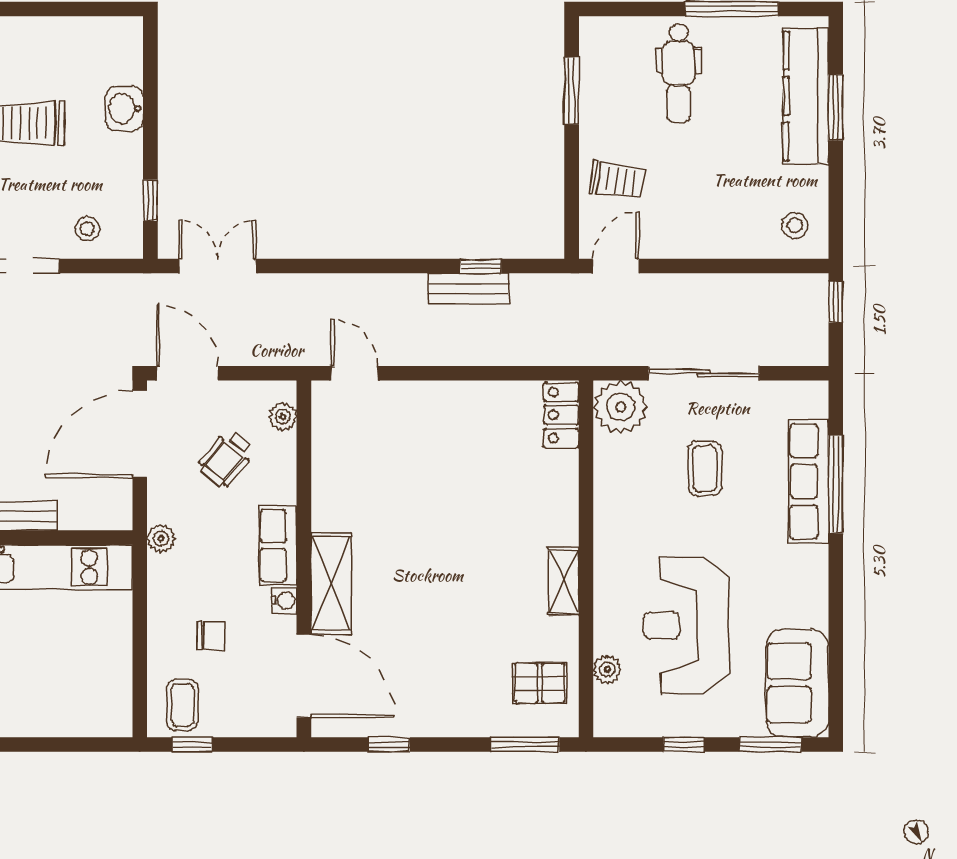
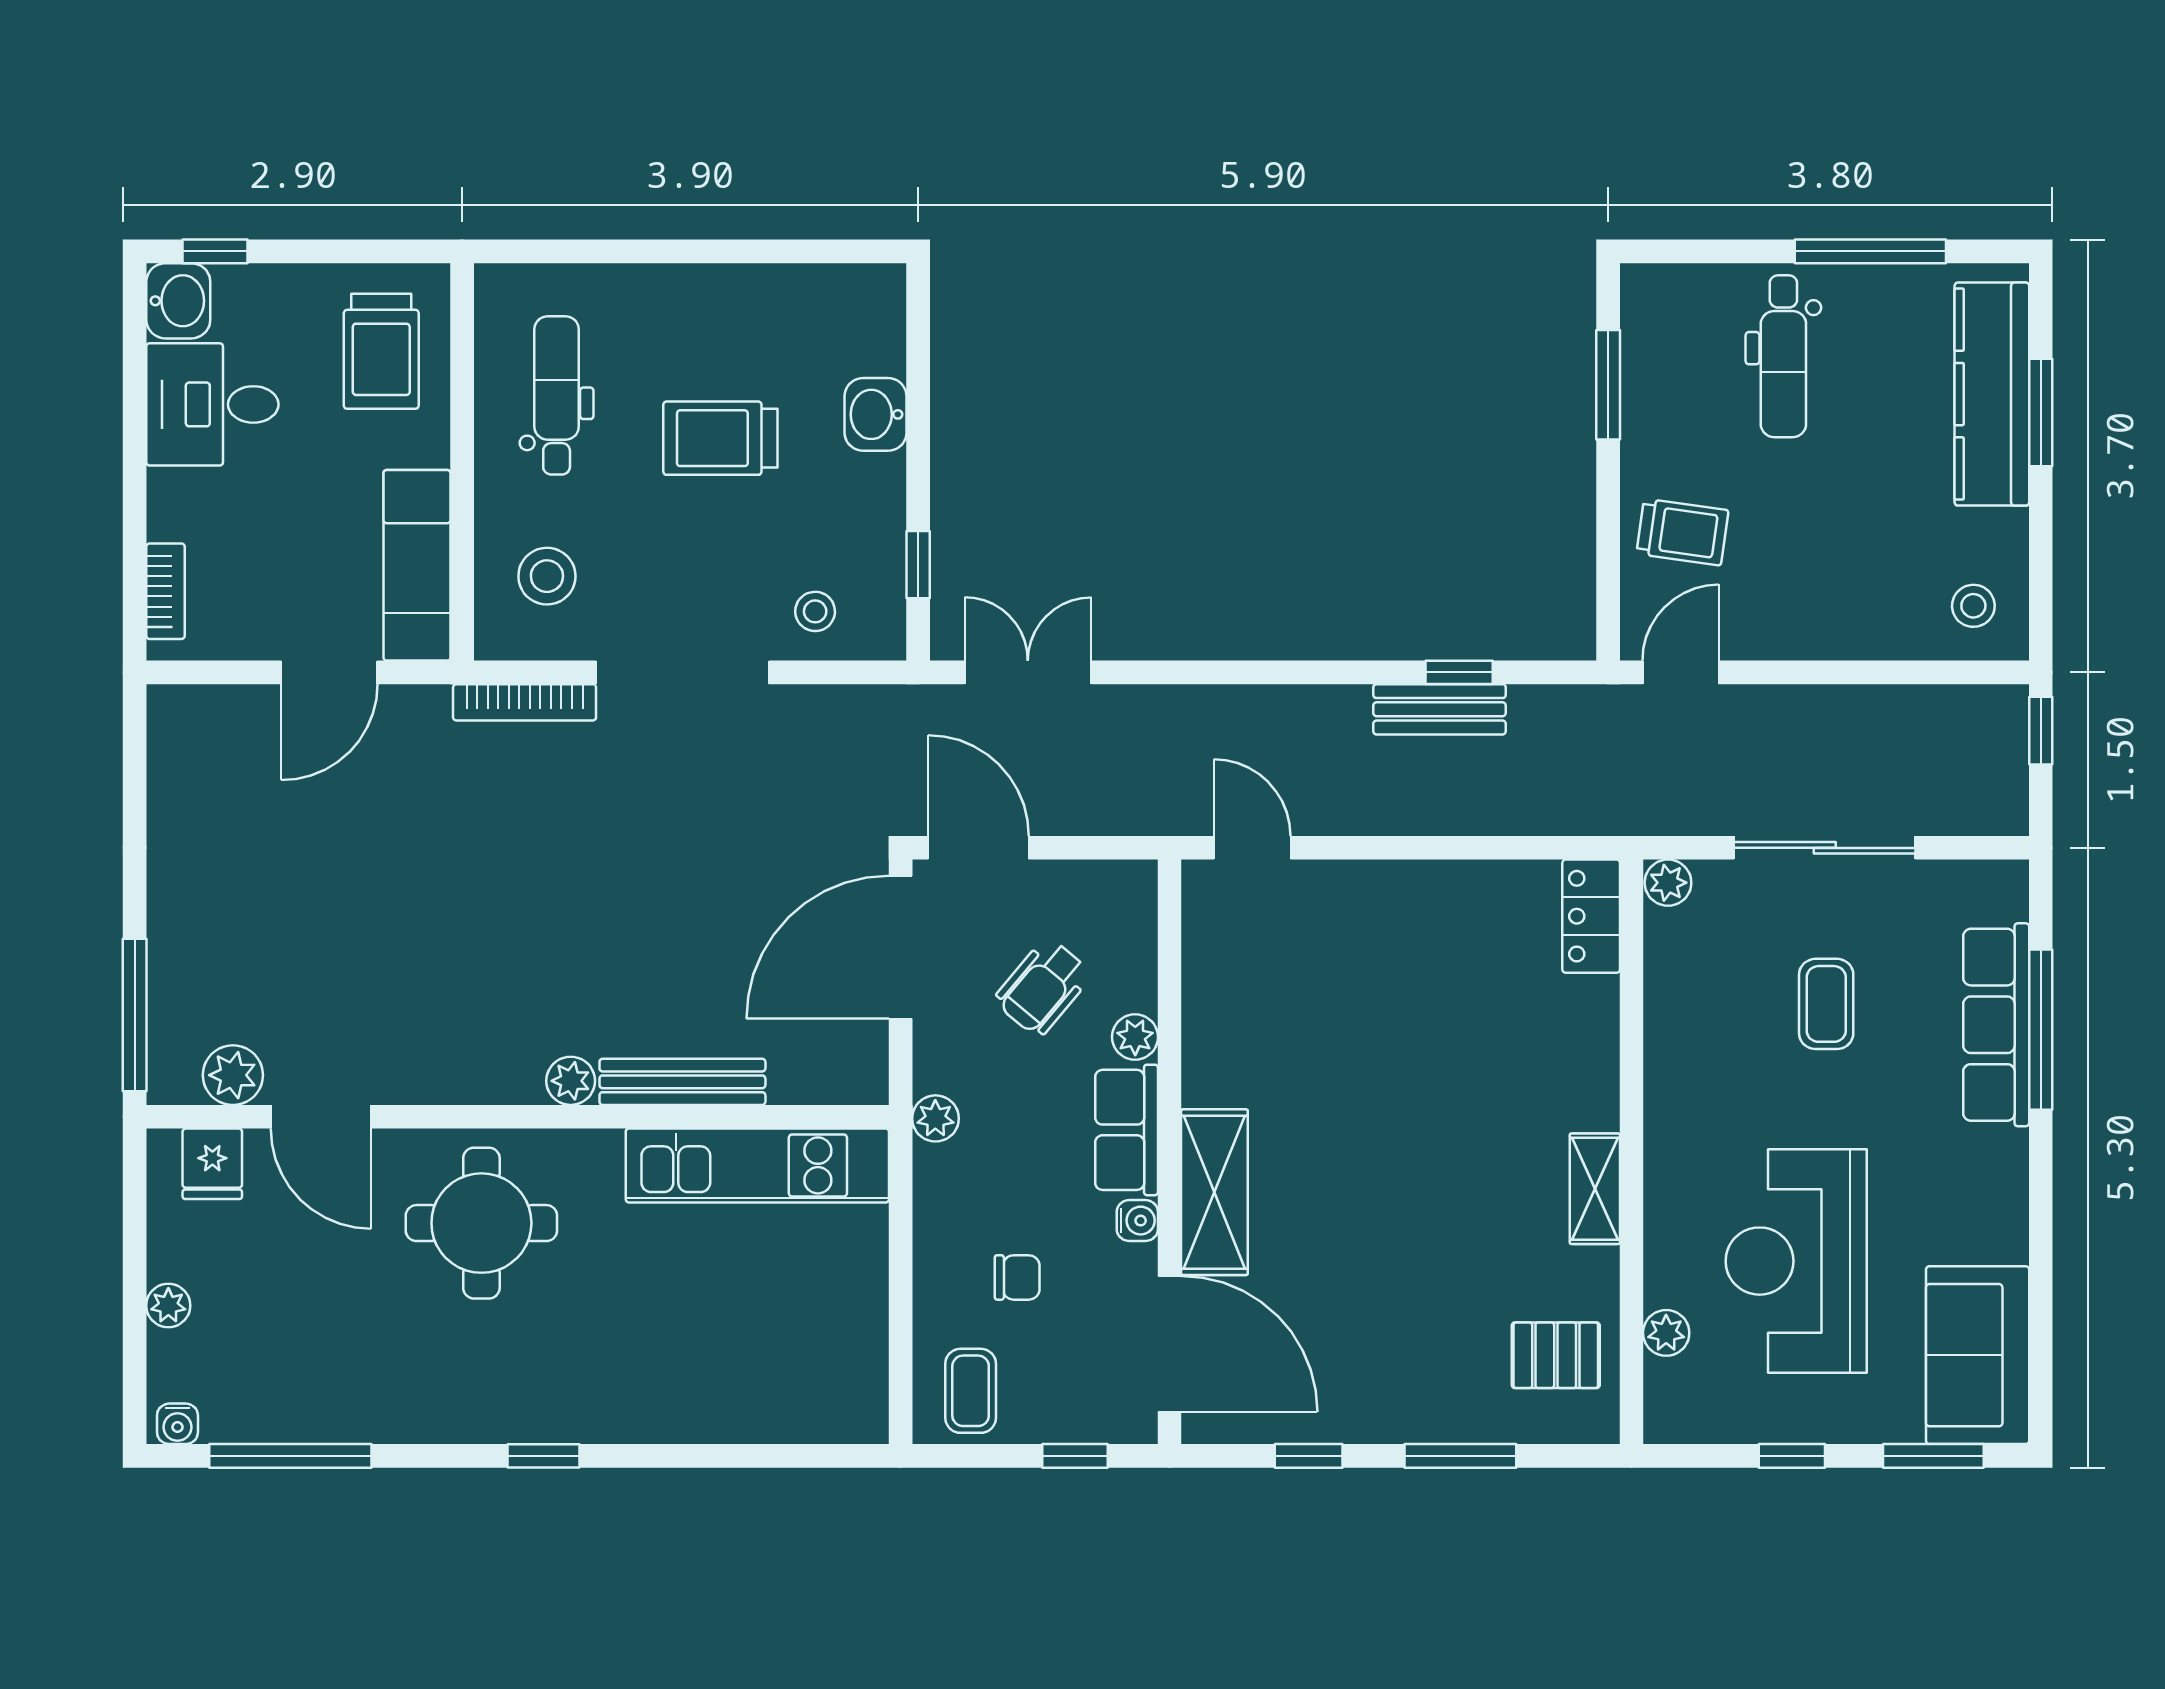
plant: (621, 407) -> (1668, 883), width x0.53, depth x0.53
plant: (283, 417) -> (1135, 1037), moved
window: (192, 744) -> (1075, 1456), moved
window: (525, 744) -> (1460, 1456), moved

